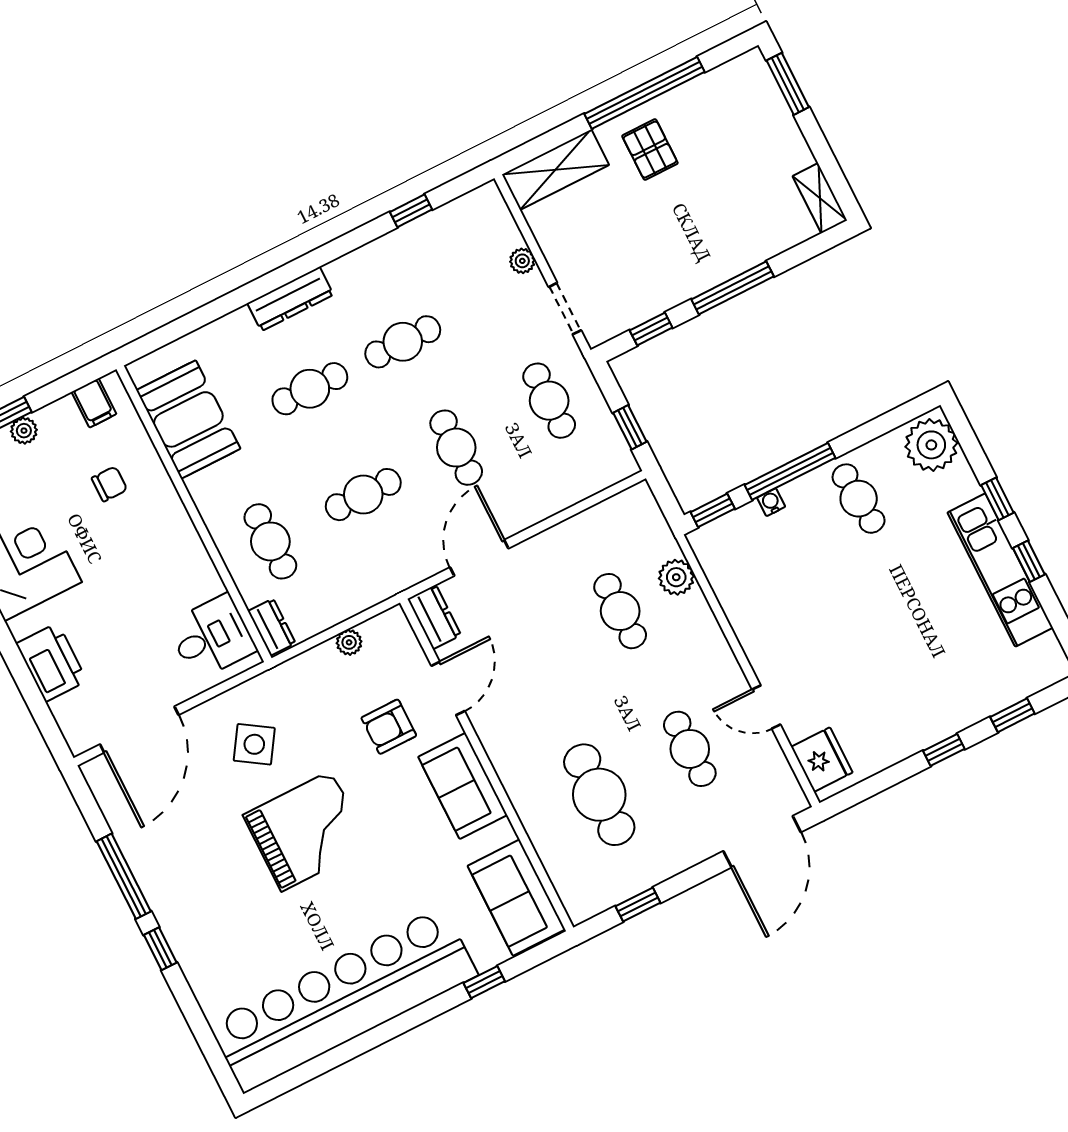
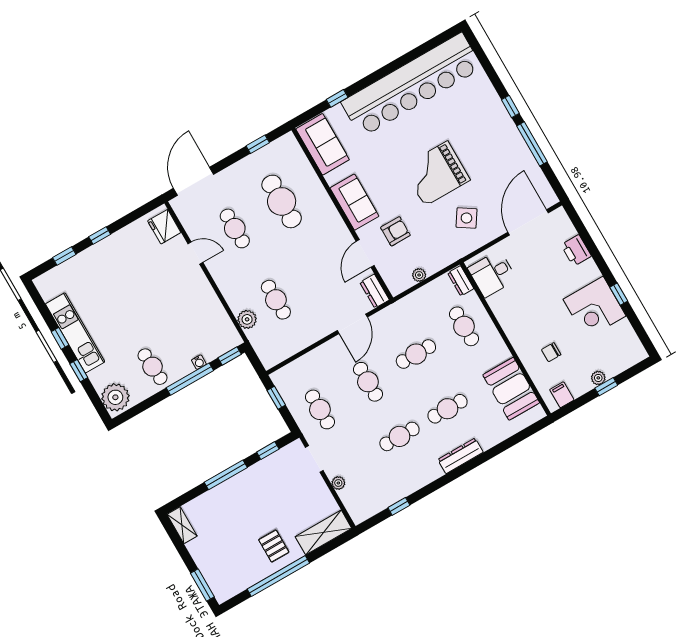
printer: (52, 662) -> (576, 250), width x0.73, depth x0.84

